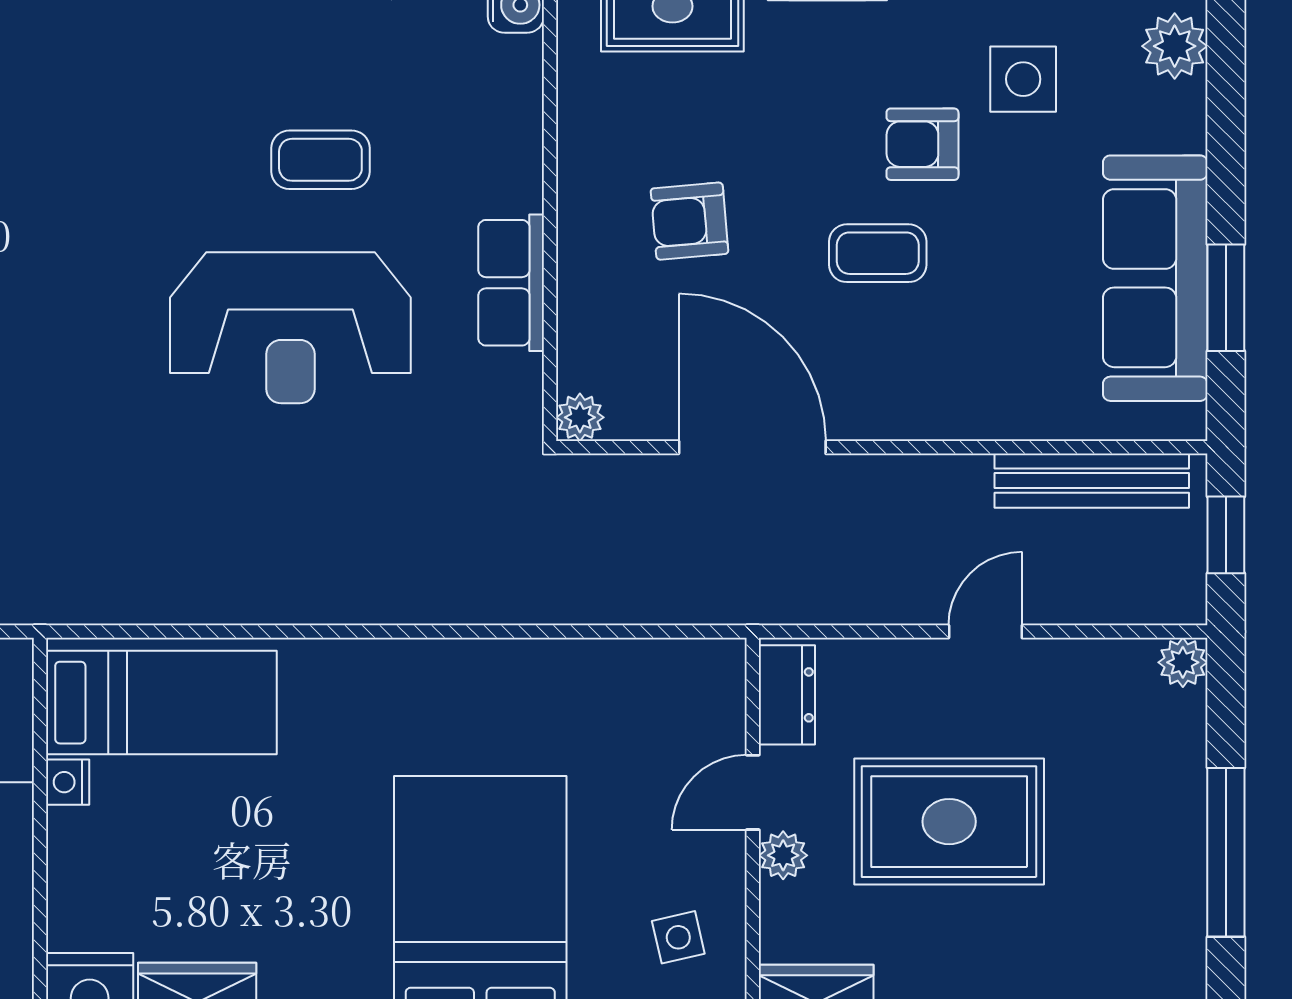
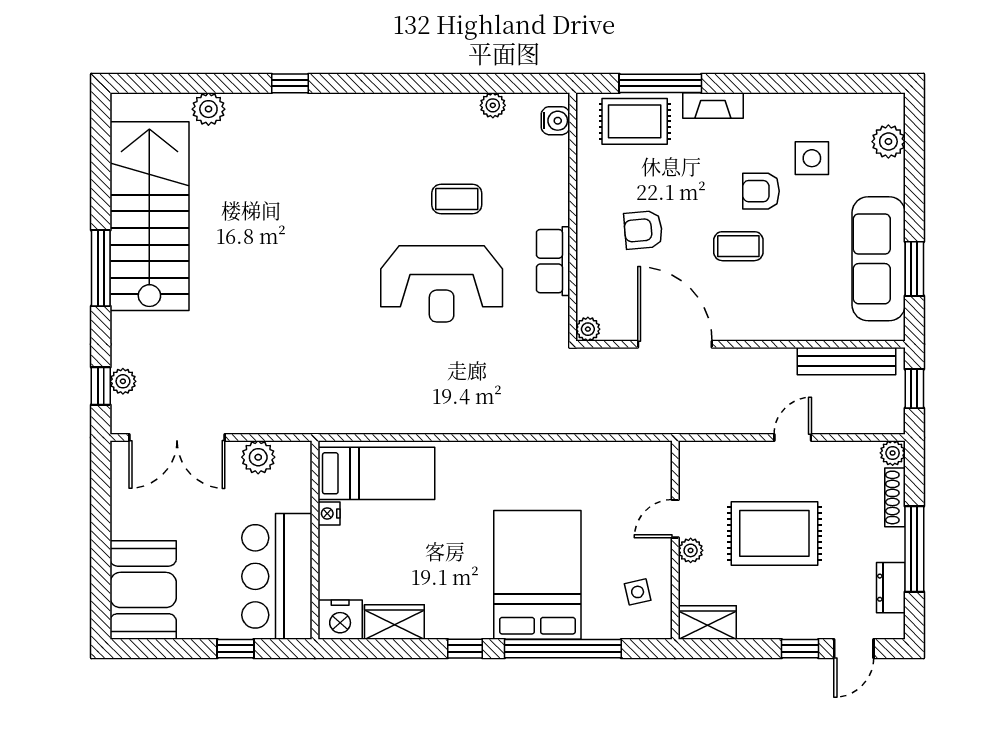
dresser: (787, 695) -> (891, 588), moved, turned 180
shoe rack: (1188, 750) -> (895, 497), added

